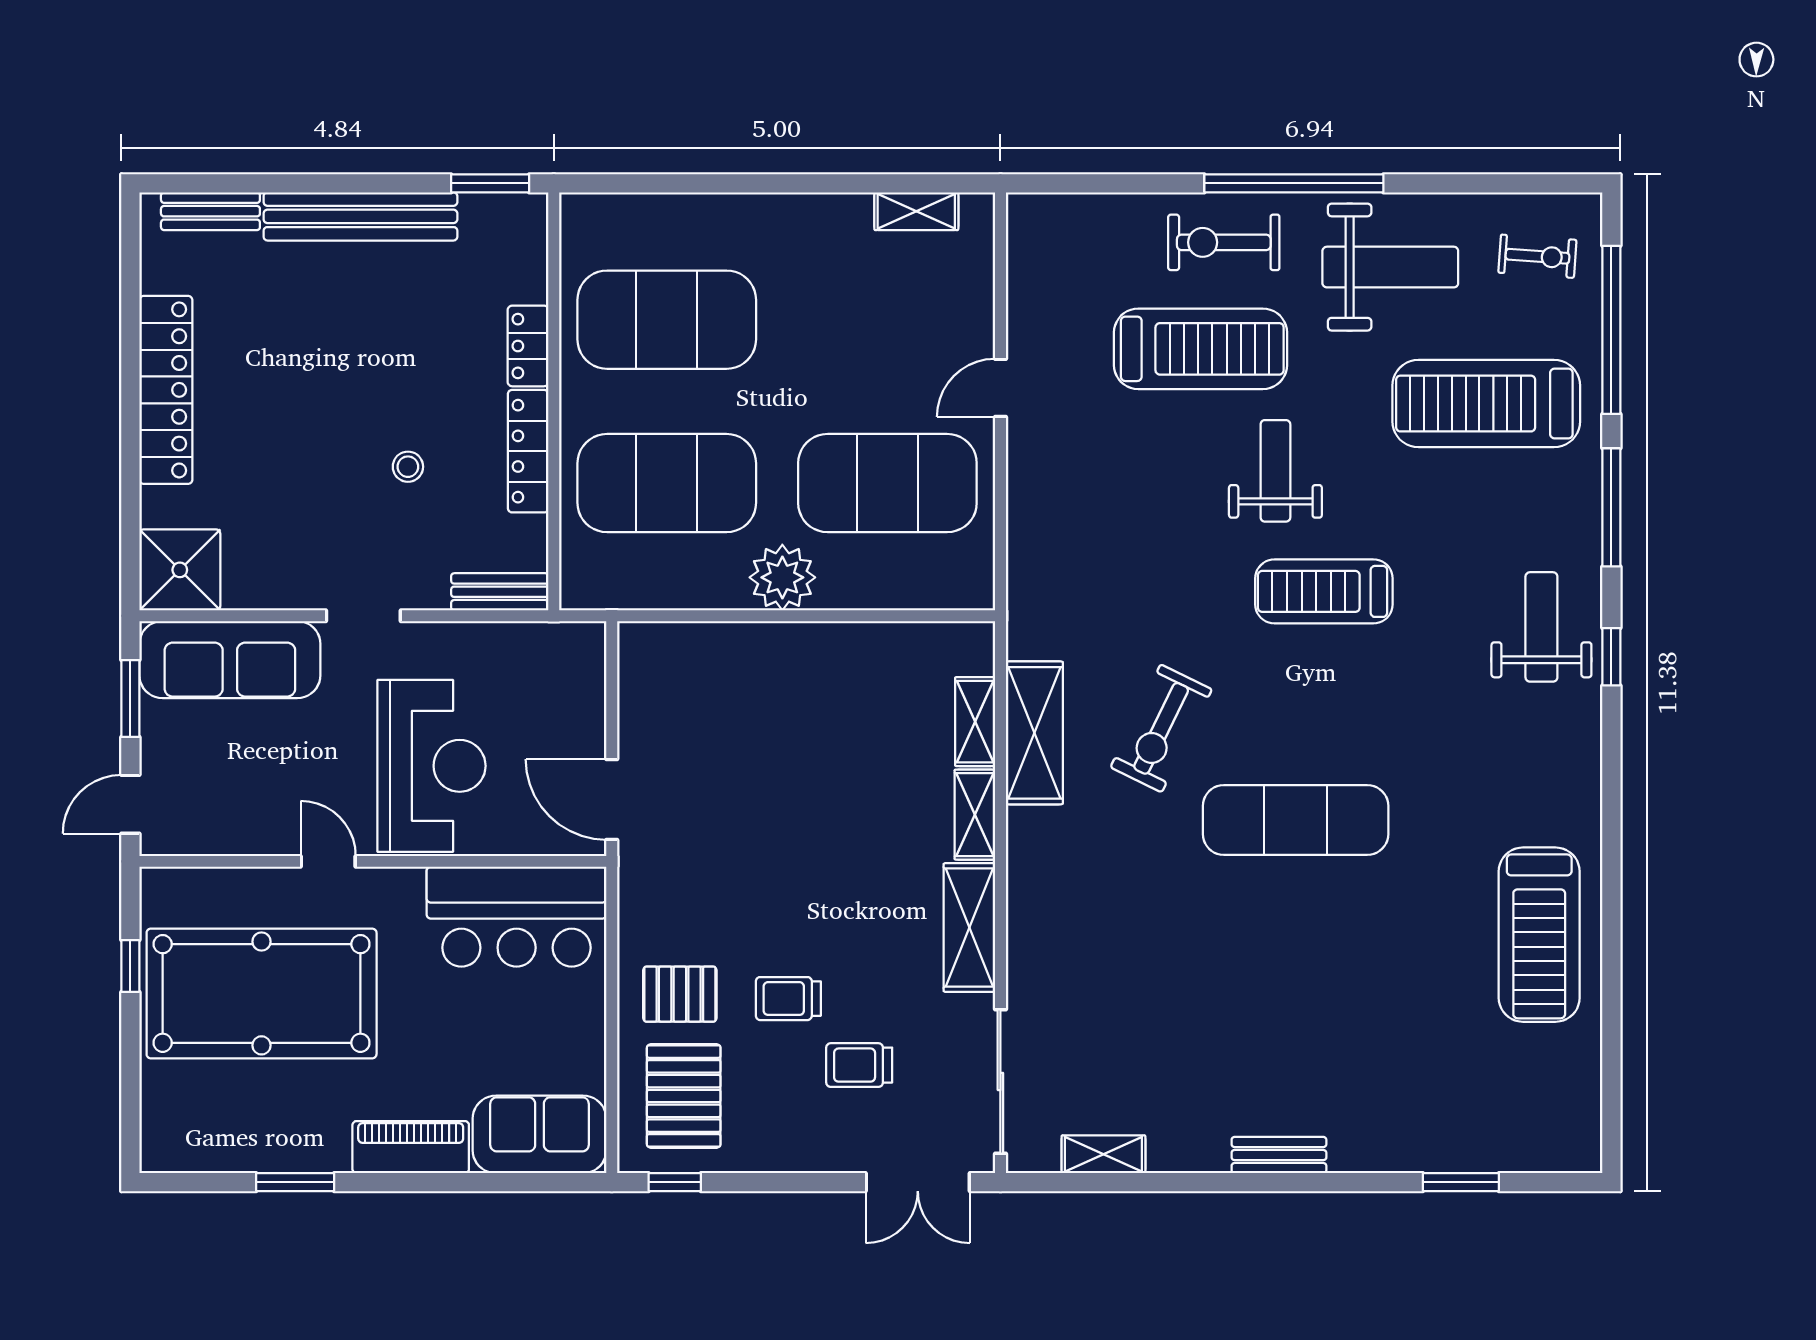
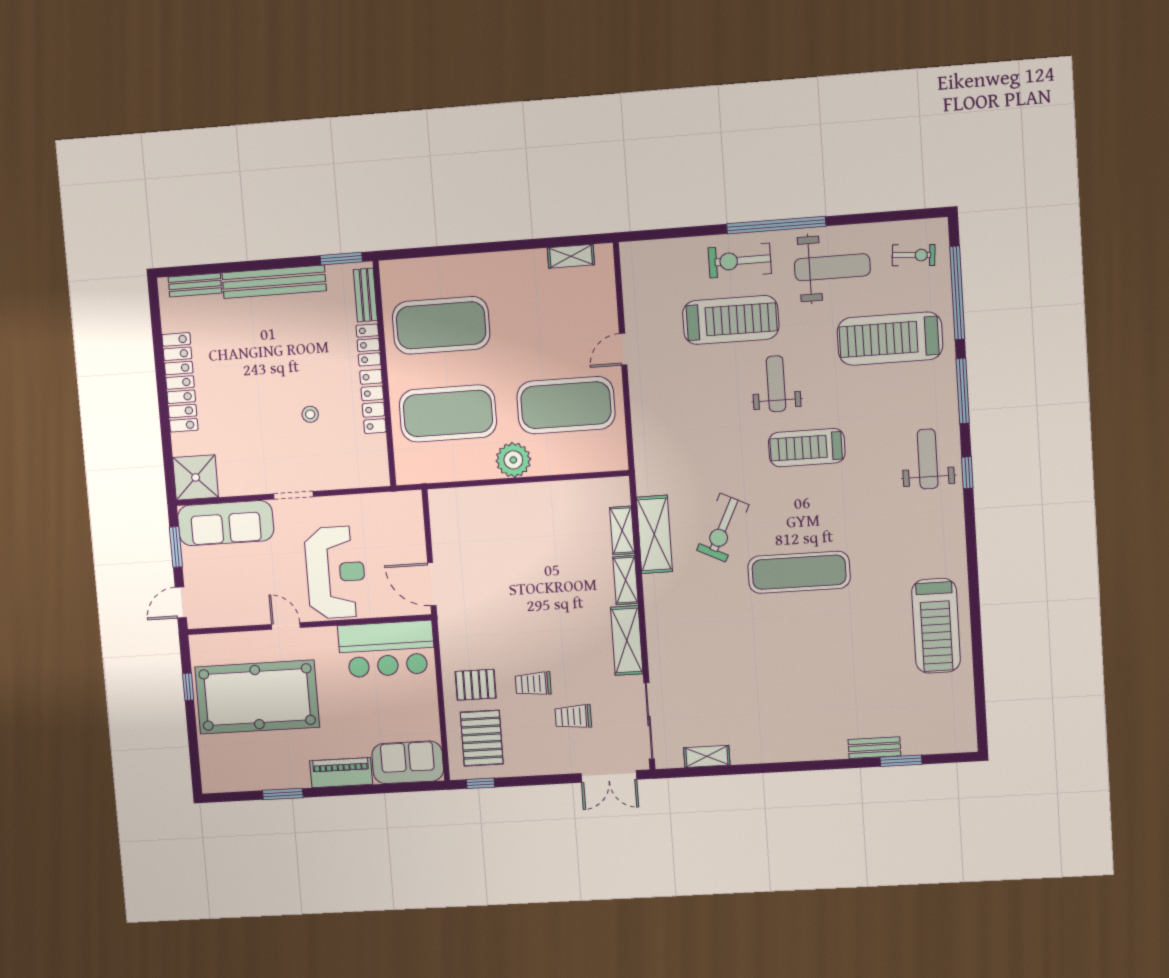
bench: (500, 592) -> (365, 295), moved, turned 90
bench: (1279, 1155) -> (874, 748), moved

